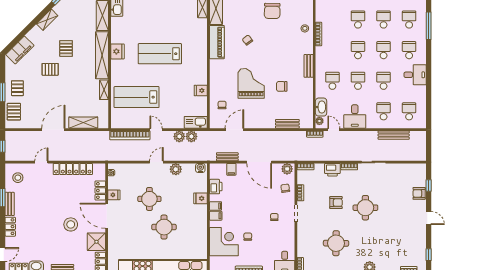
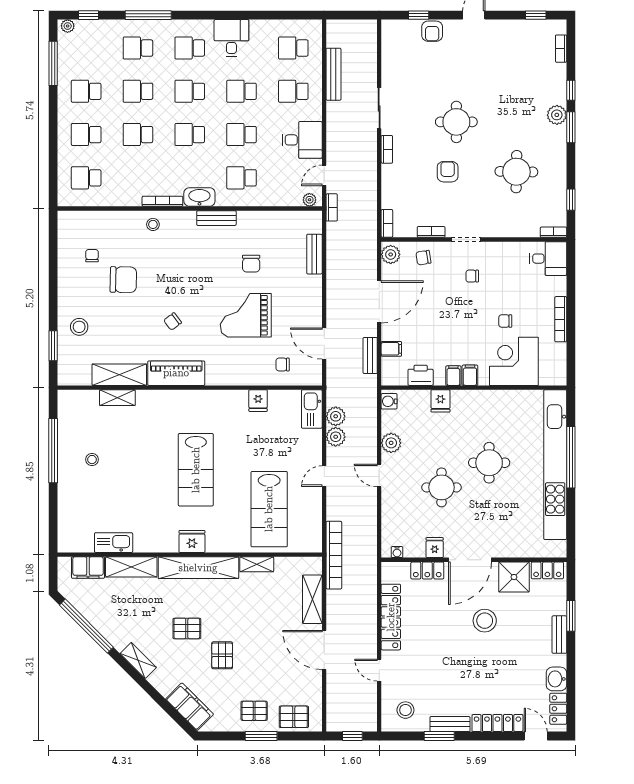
washbasin: (321, 107) -> (199, 197), moved
bookcase: (130, 135) -> (334, 555), moved
printer: (332, 170) -> (392, 178), removed
locker: (10, 227) -> (497, 723), width x1.53

